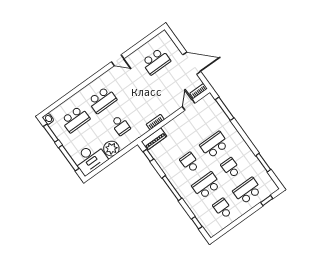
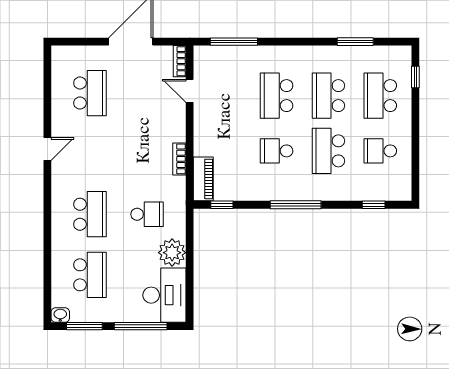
school desk: (231, 168) -> (328, 96), width x1.85

